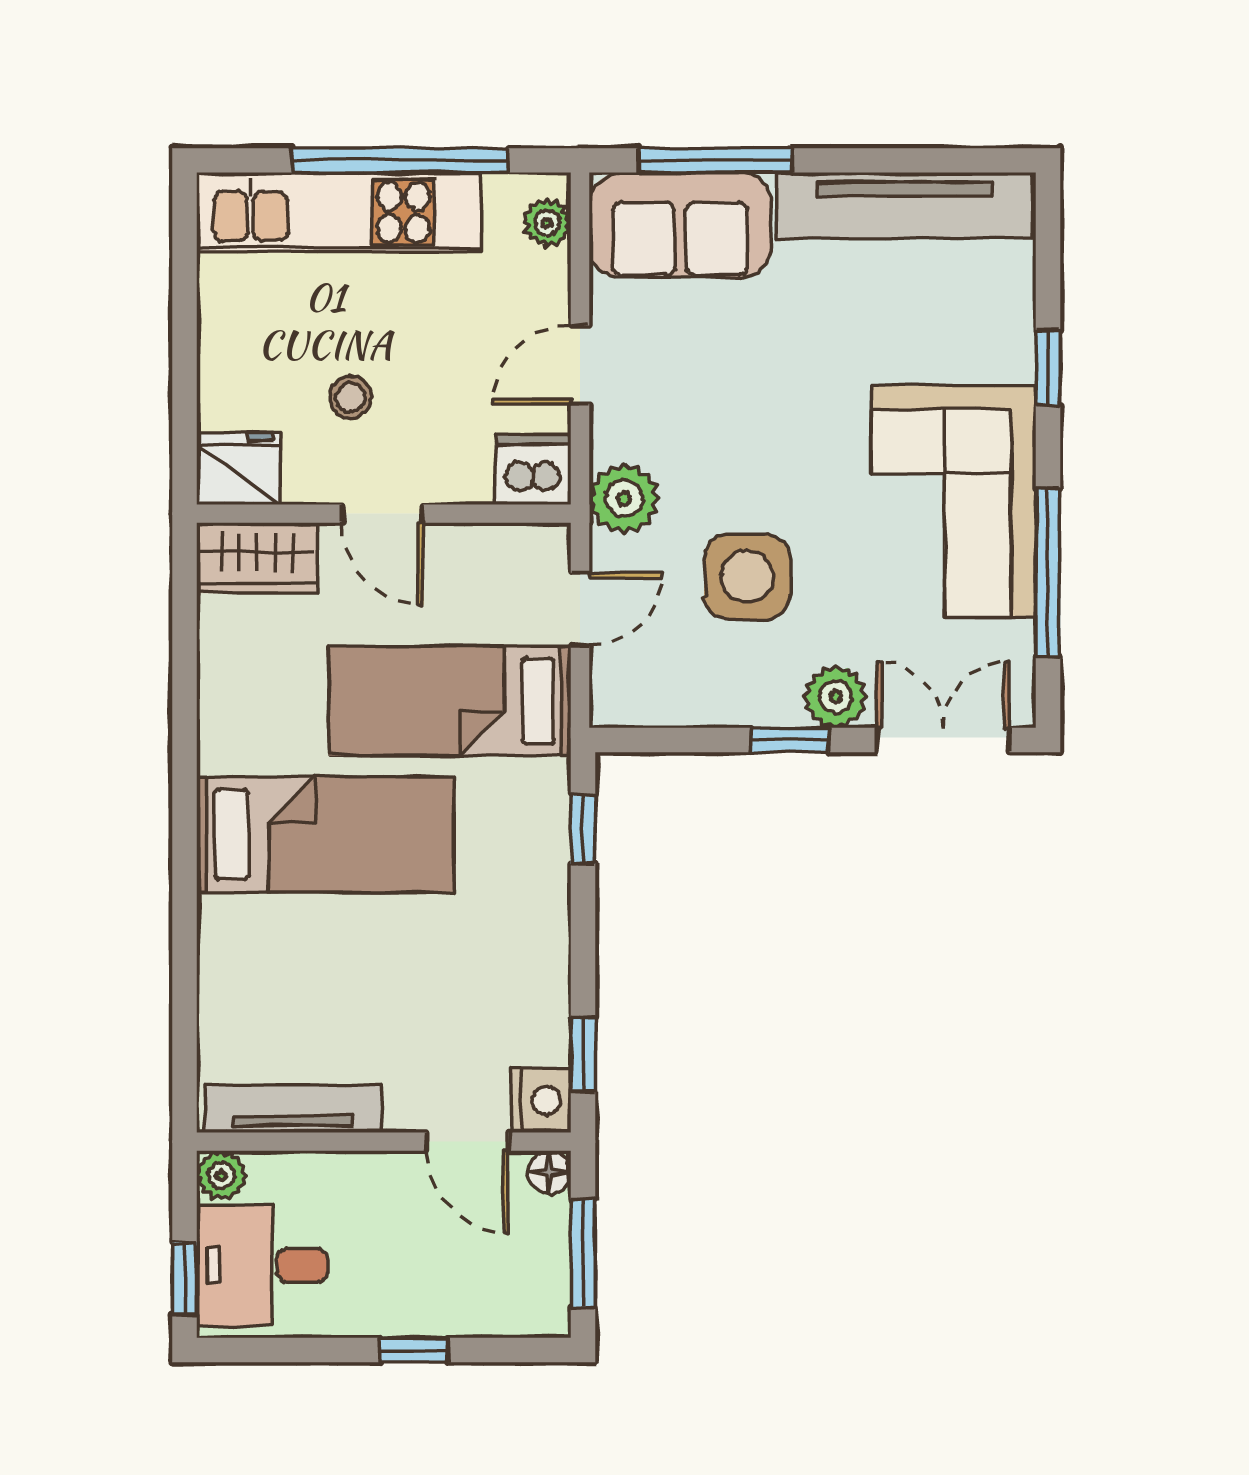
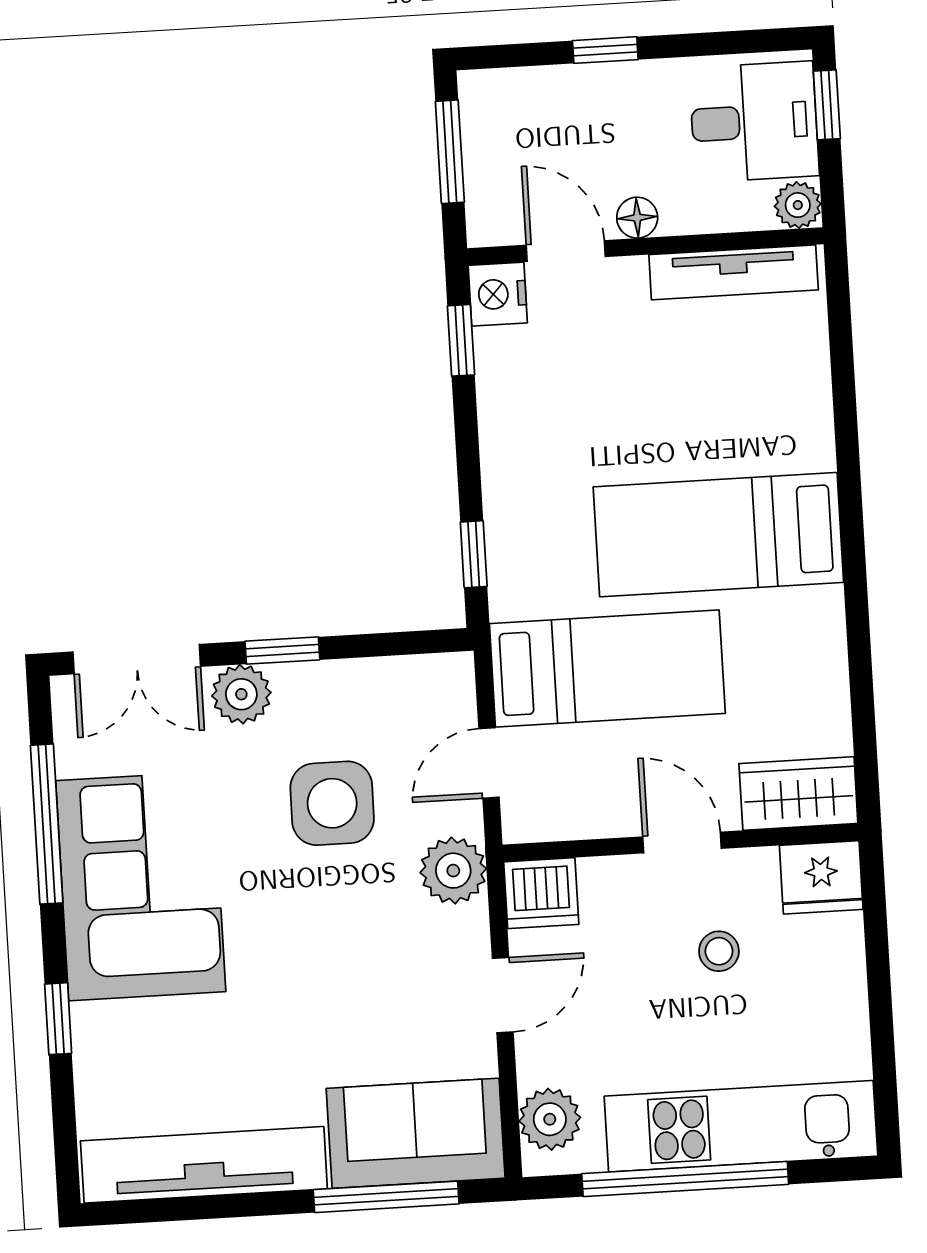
plant: (547, 223) -> (550, 1119), width x1.38, depth x1.38
floor lamp: (549, 1172) -> (637, 218), moved

